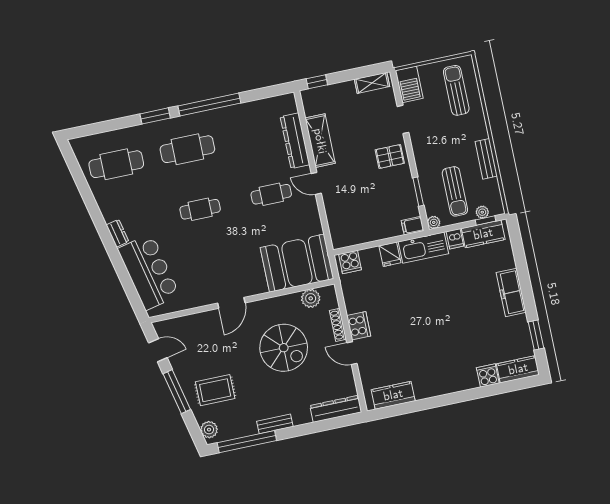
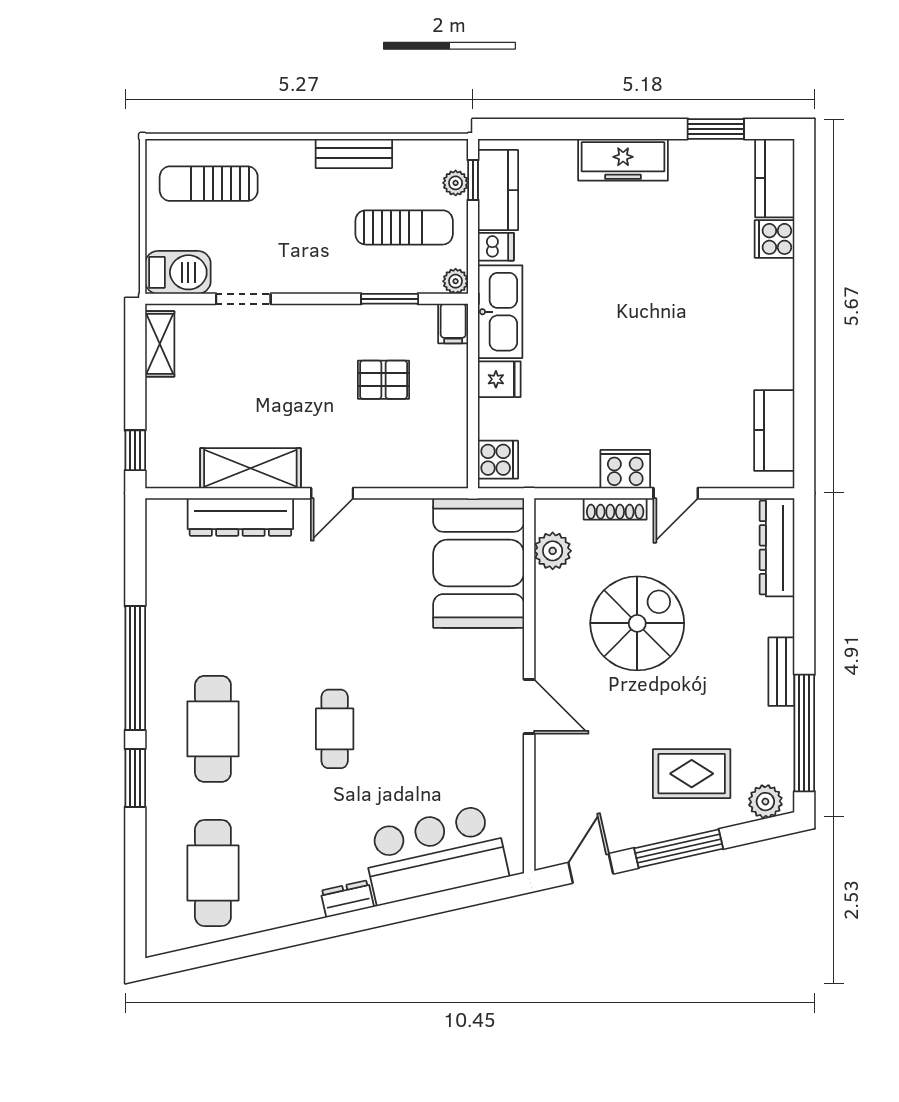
pallet: (390, 156) -> (384, 380), moved, turned 90
cafe table: (271, 194) -> (335, 585), removed
rug: (215, 390) -> (692, 774), turned 90

